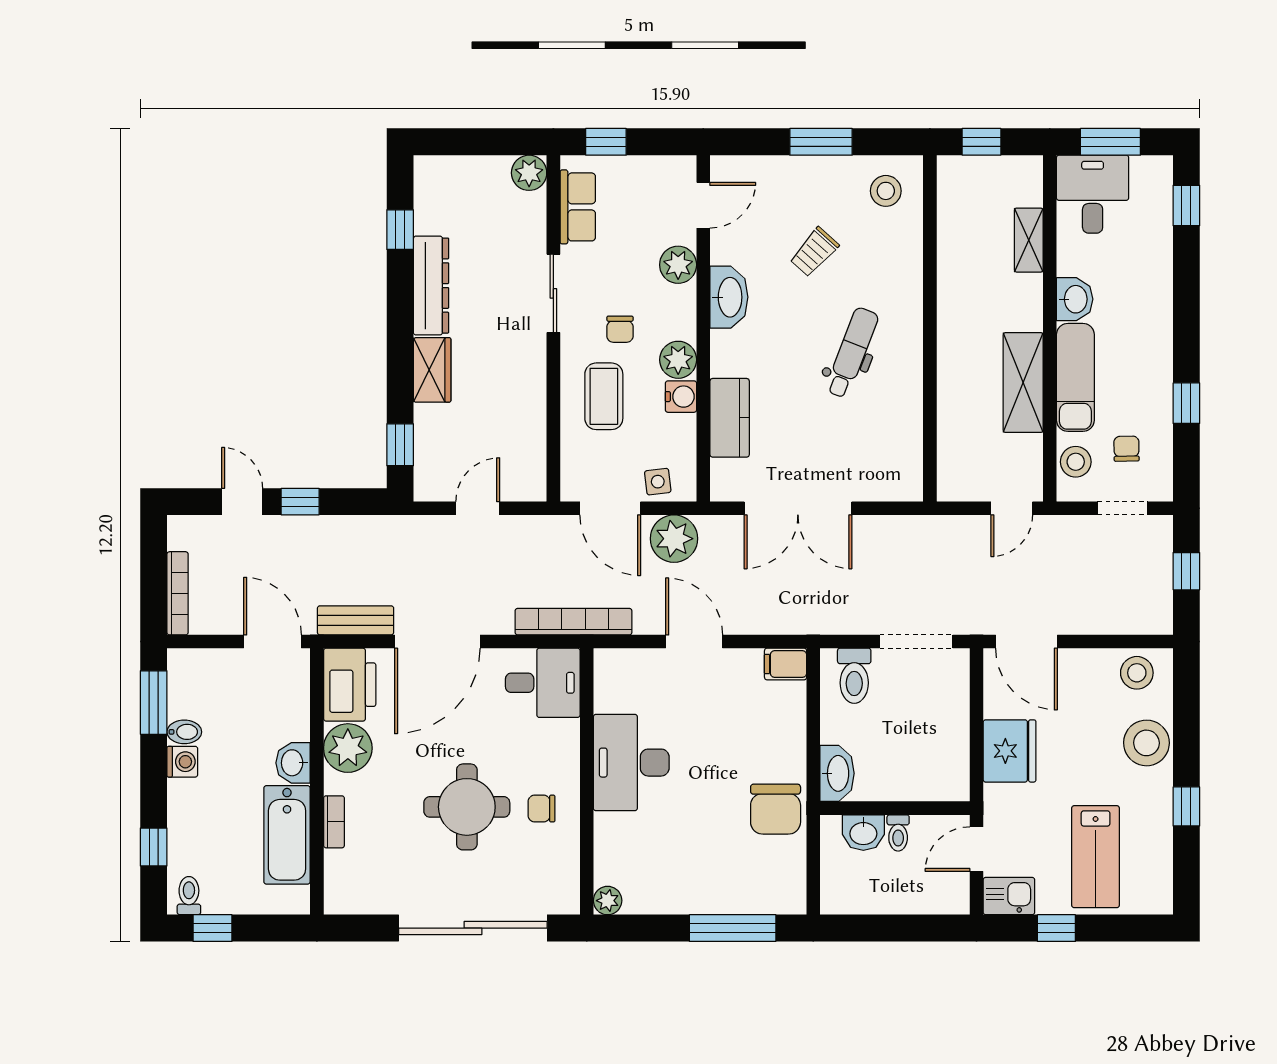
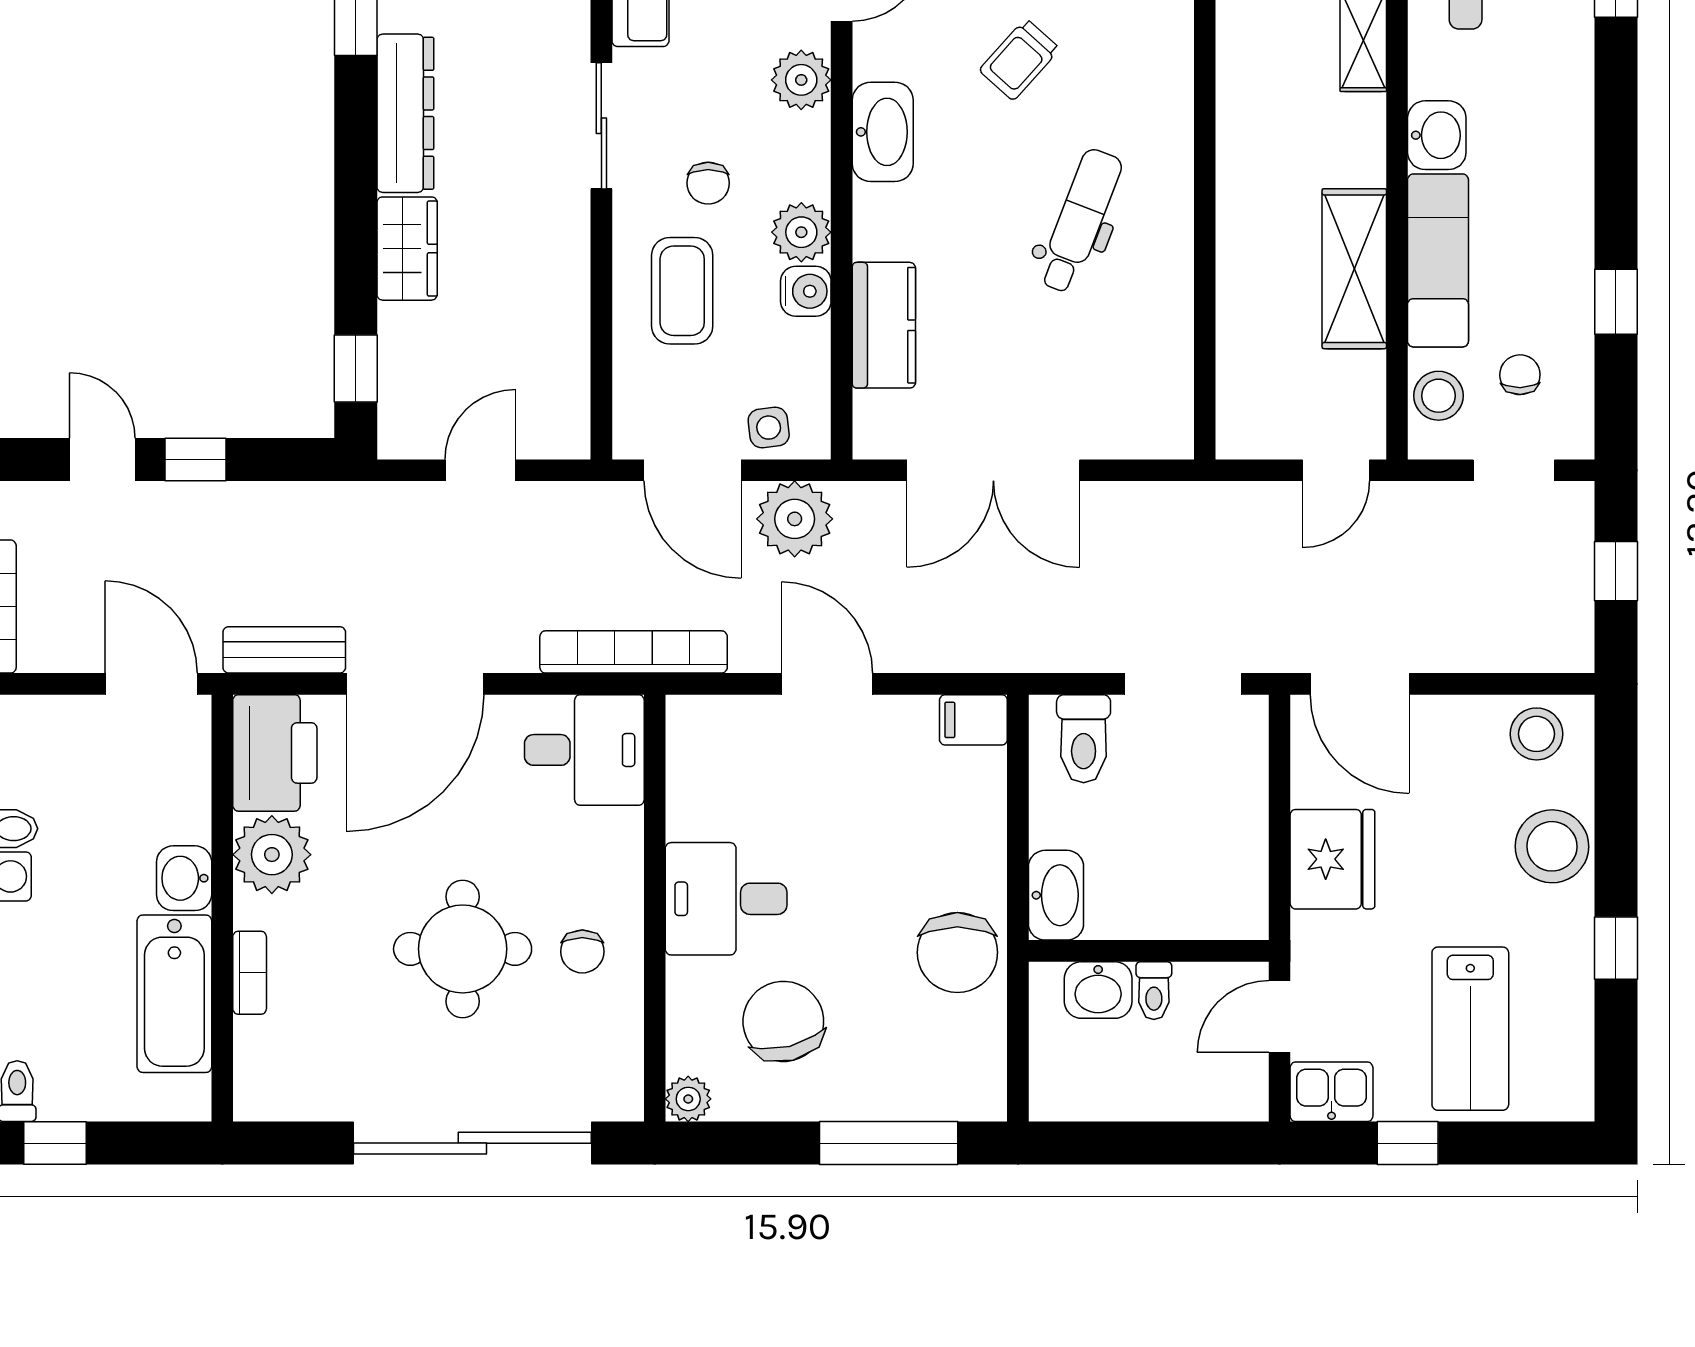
desk: (631, 763) -> (726, 899), width x0.73
chair: (542, 809) -> (582, 952), turned -90
chair: (667, 852) -> (783, 1021), added

